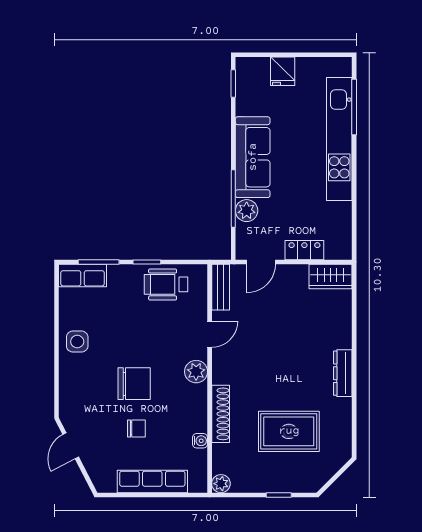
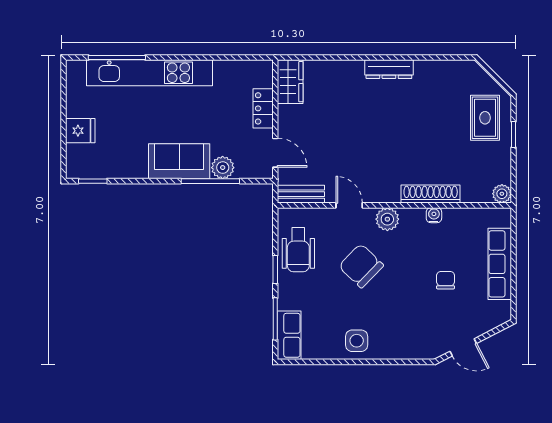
sofa: (253, 157) -> (179, 161), width x0.73
chair: (134, 384) -> (361, 266), moved, turned -46
rug: (289, 431) -> (485, 118), moved, width x0.73, depth x0.70
water cooler: (200, 441) -> (434, 215), moved

